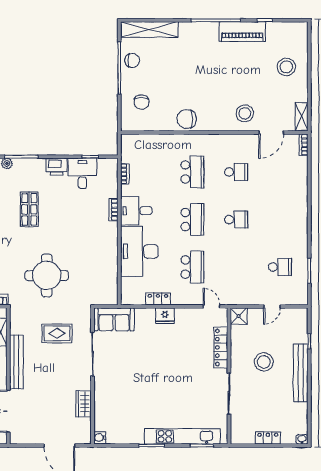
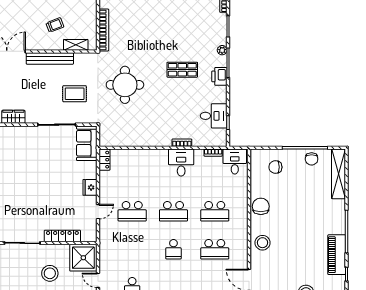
stool: (245, 113) -> (263, 243), moved
printer: (57, 167) -> (219, 76), moved
school desk: (236, 172) -> (215, 249), width x1.85
desk: (139, 251) -> (235, 162), moved, width x0.53, depth x0.77
locker: (158, 299) -> (105, 160), moved
door: (212, 306) -> (98, 212), moved
shower: (239, 316) -> (83, 258), width x1.86, depth x1.86
rug: (57, 333) -> (75, 94), turned 90

